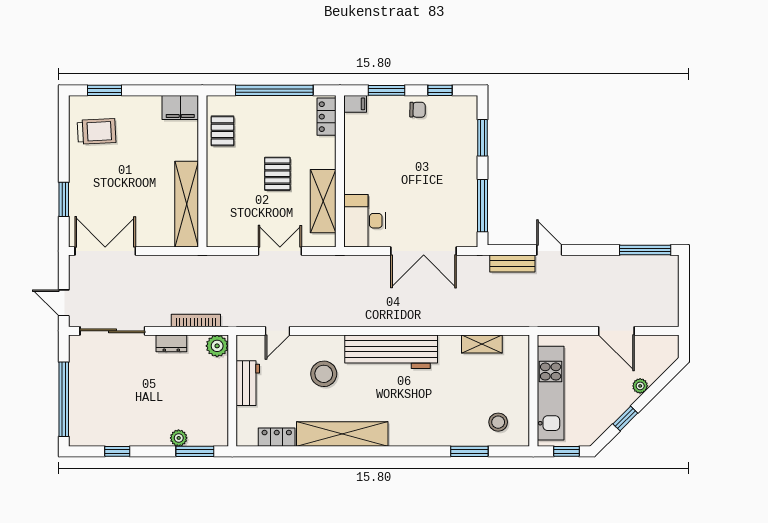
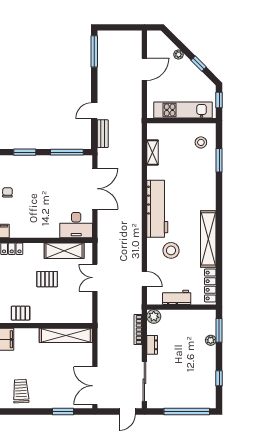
locker: (277, 437) -> (210, 285), width x1.53

